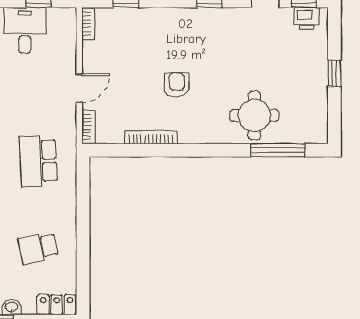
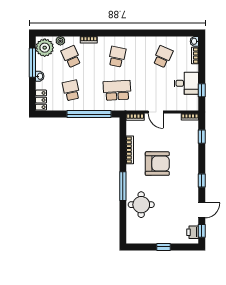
armchair: (177, 85) -> (157, 164), width x1.88, depth x1.88
window: (278, 150) -> (123, 186), moved
window: (83, 214) -> (89, 114), added

